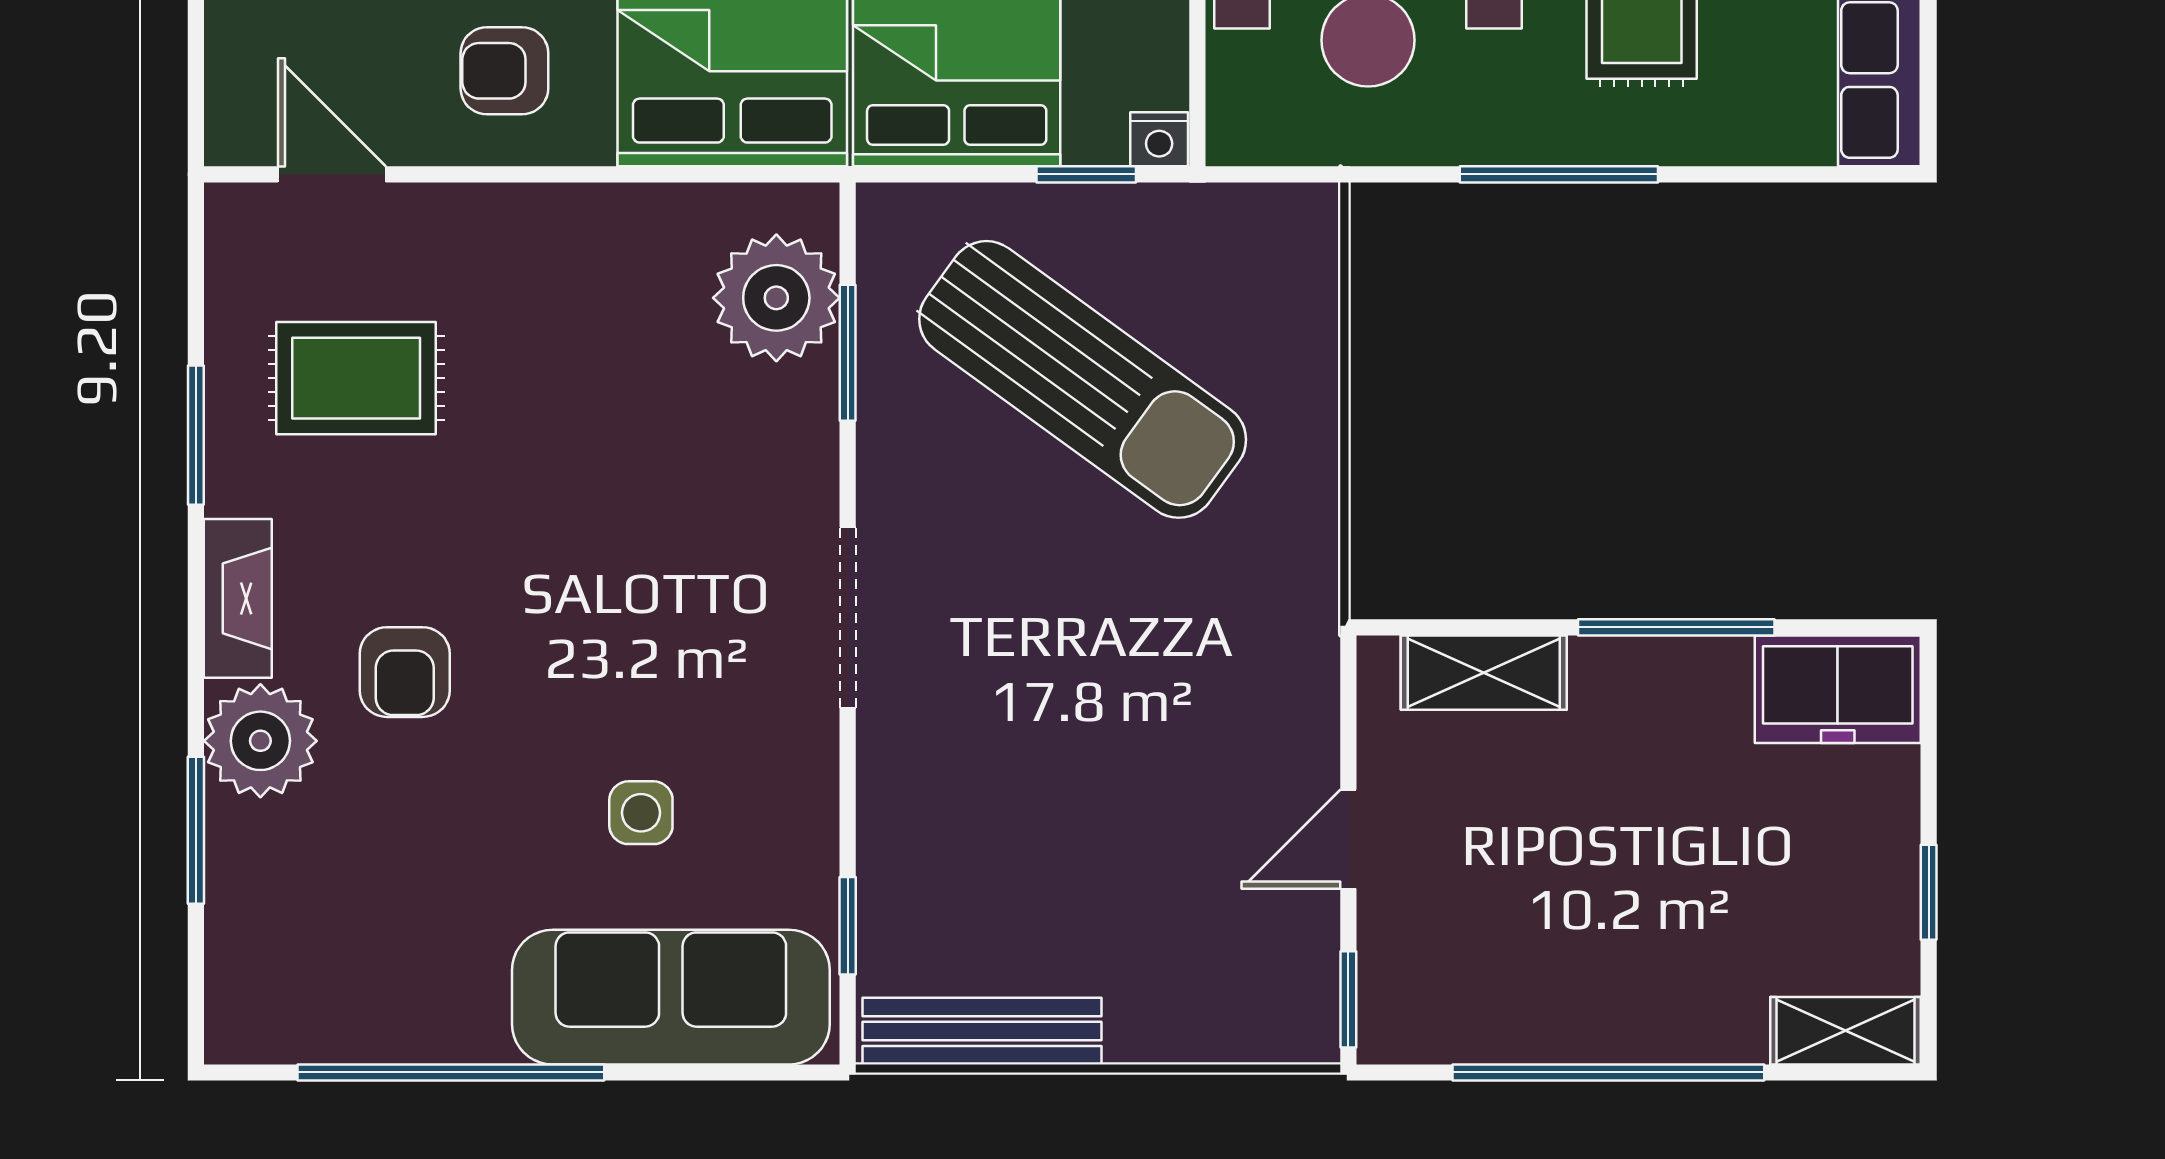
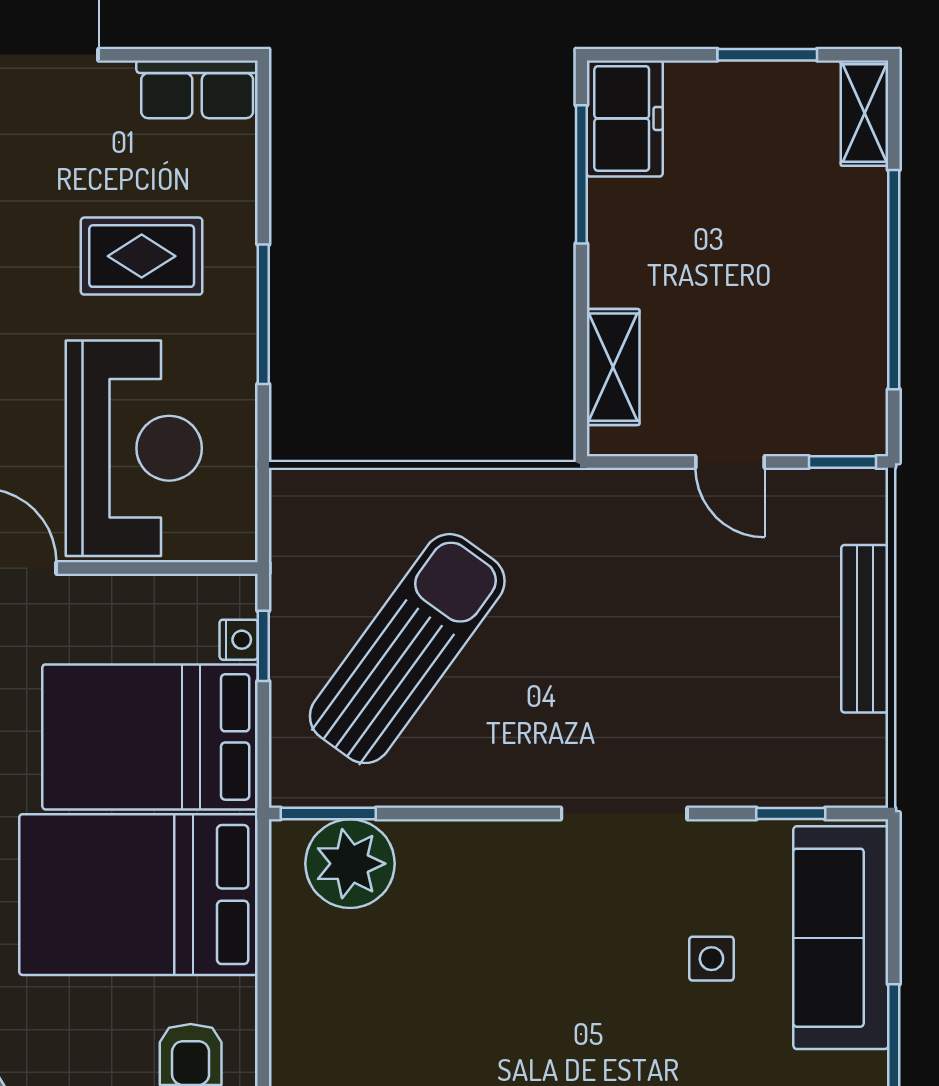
nightstand: (1159, 139) -> (239, 640), moved
window: (848, 353) -> (328, 814), moved
doorway: (848, 618) -> (624, 814), moved
window: (1676, 627) -> (581, 174), moved
window: (1929, 892) -> (767, 55), width x1.50
bench: (982, 1031) -> (865, 629), moved

